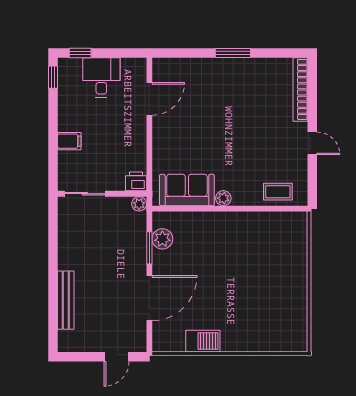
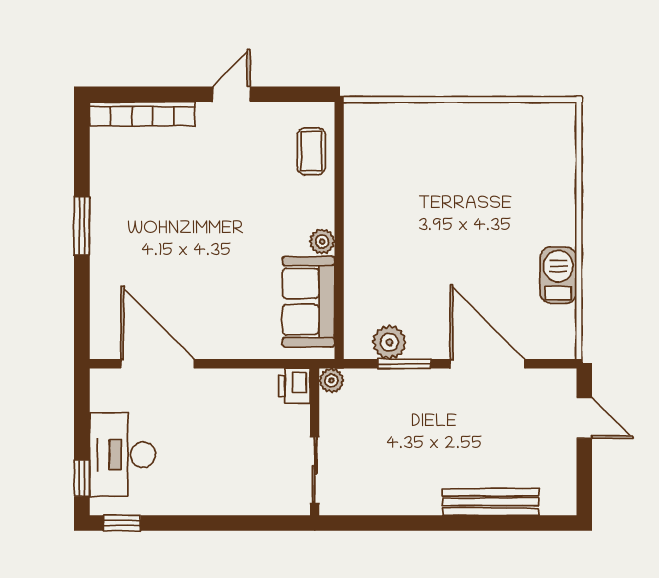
desk: (101, 77) -> (122, 455), width x1.37
door: (149, 99) -> (158, 364), width x1.36
filing cabinet: (69, 141) -> (228, 496), removed

